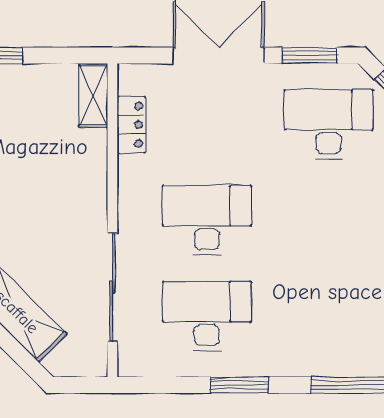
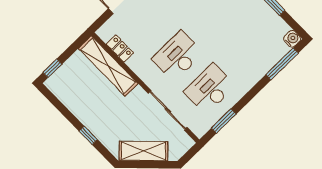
shelving: (93, 95) -> (108, 66), width x2.20, depth x1.33
window: (239, 385) -> (224, 121), moved

